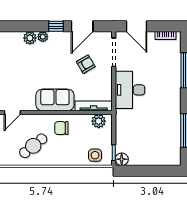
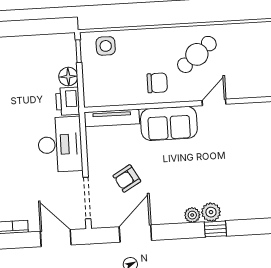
window: (56, 26) -> (215, 229), moved
door: (12, 112) -> (214, 102), moved
printer: (123, 119) -> (68, 101), added
plant: (99, 121) -> (103, 96), removed
floor lamp: (122, 159) -> (68, 77), moved

